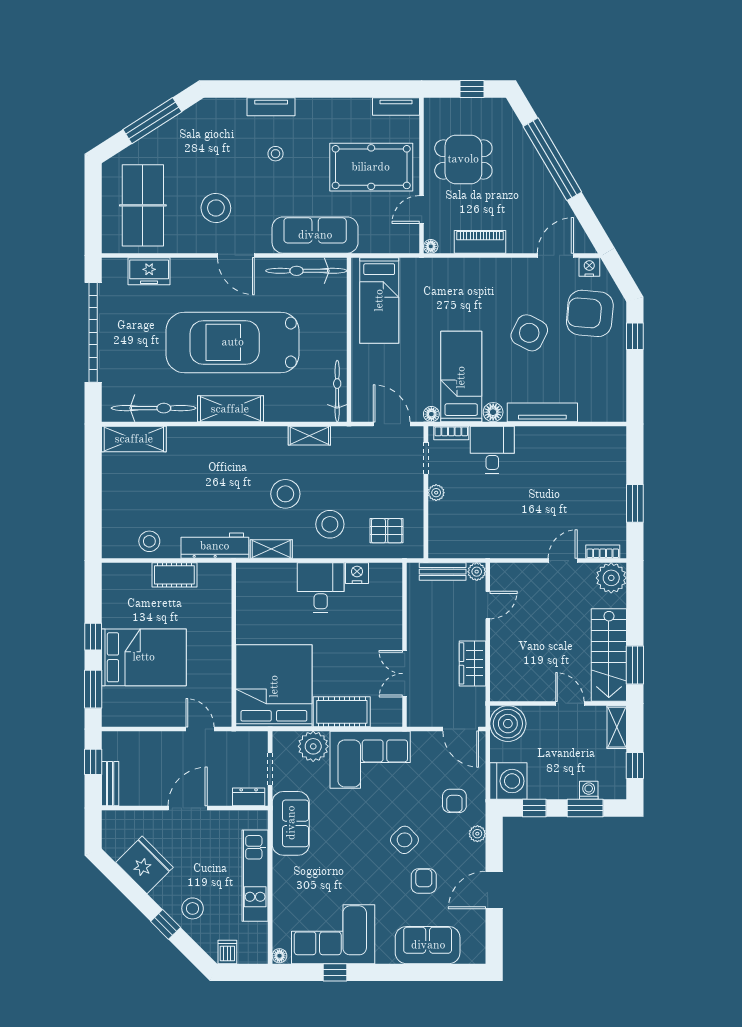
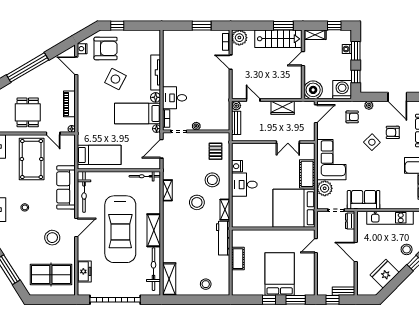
armchair: (590, 313) -> (106, 48), turned -95
stool: (149, 541) -> (206, 284), moved

